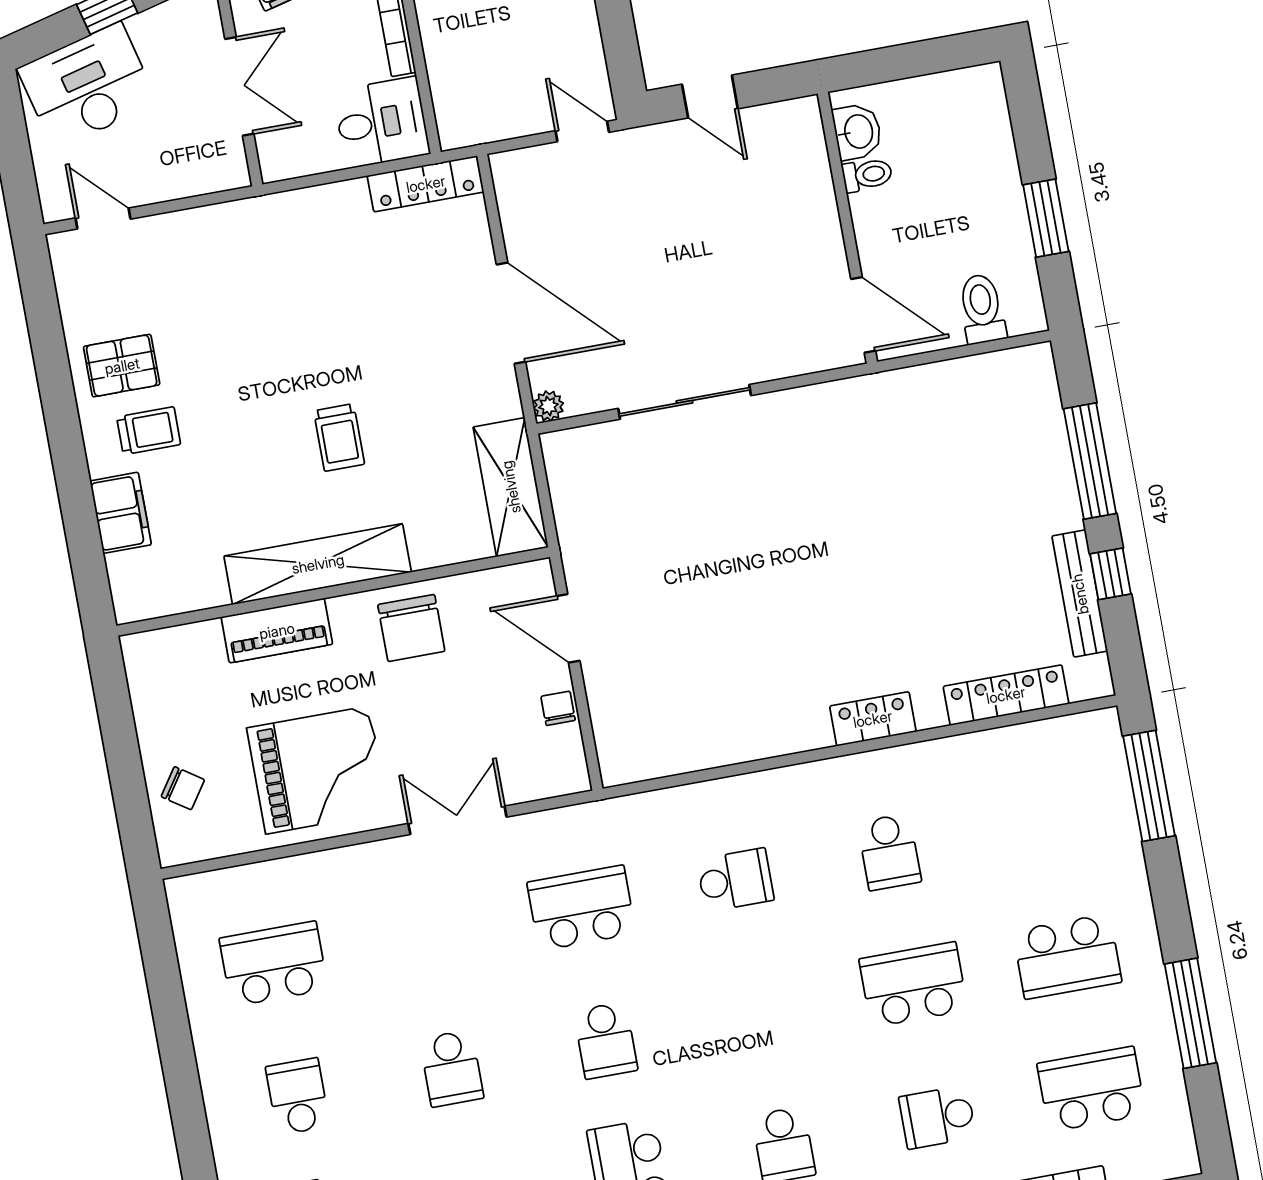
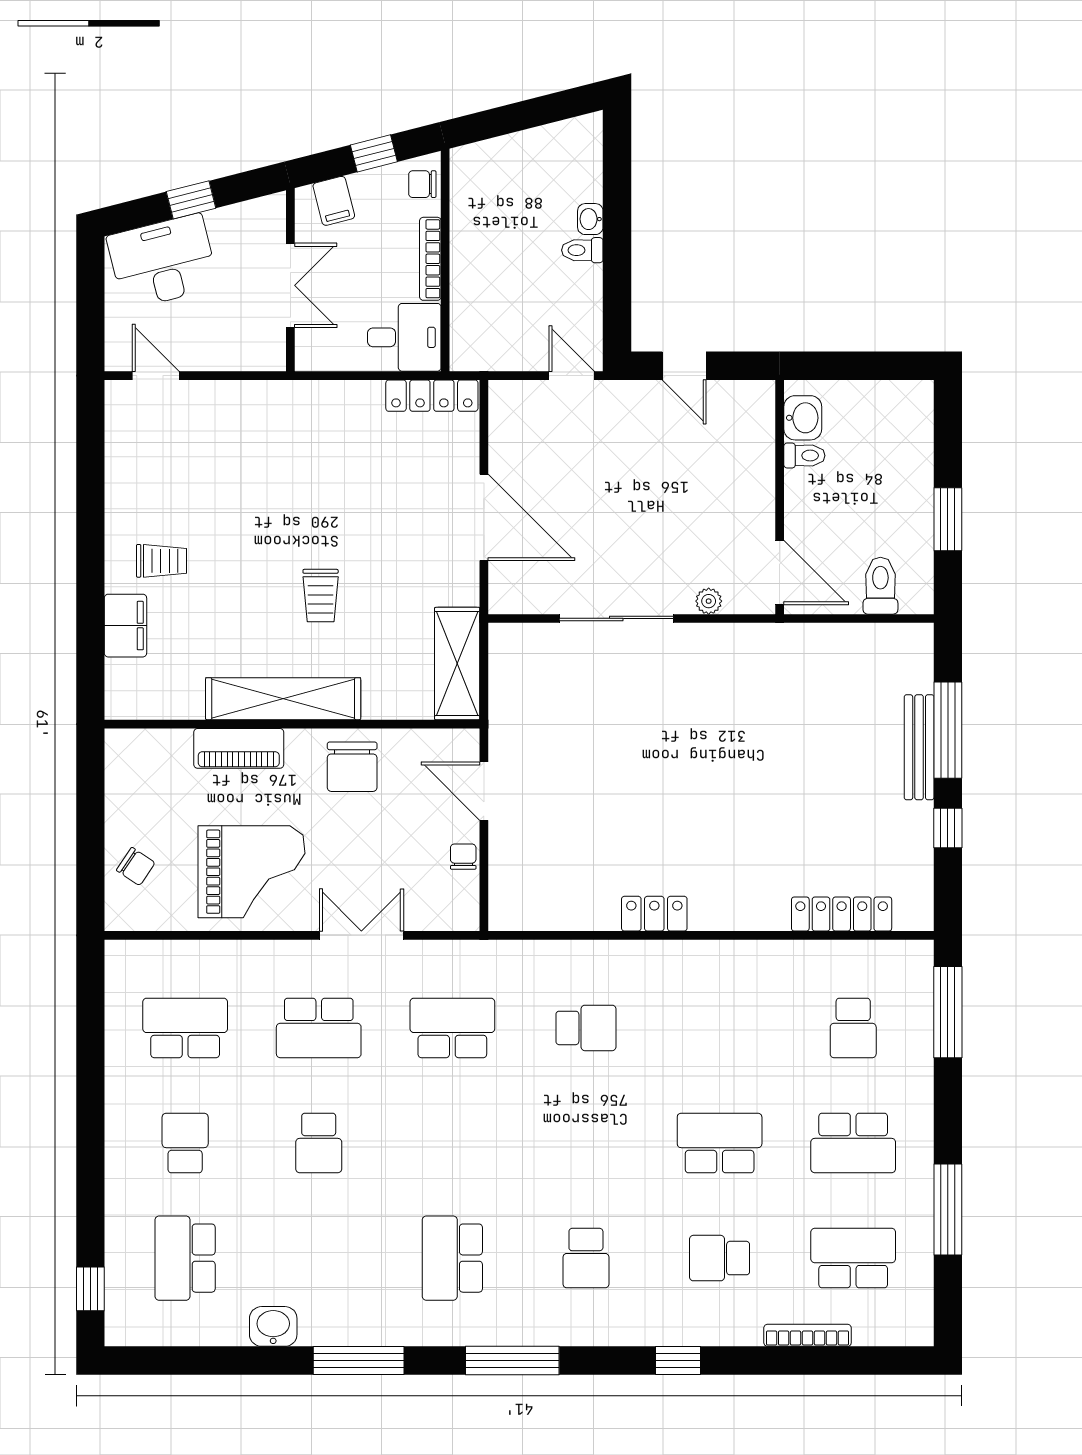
pallet: (122, 366) -> (149, 502), removed
plant: (548, 406) -> (709, 601), moved
bench: (1080, 594) -> (919, 747), moved
locker: (873, 719) -> (654, 914), moved
school desk: (889, 852) -> (853, 1028), moved
school desk: (606, 1040) -> (319, 1028), moved, width x1.85

